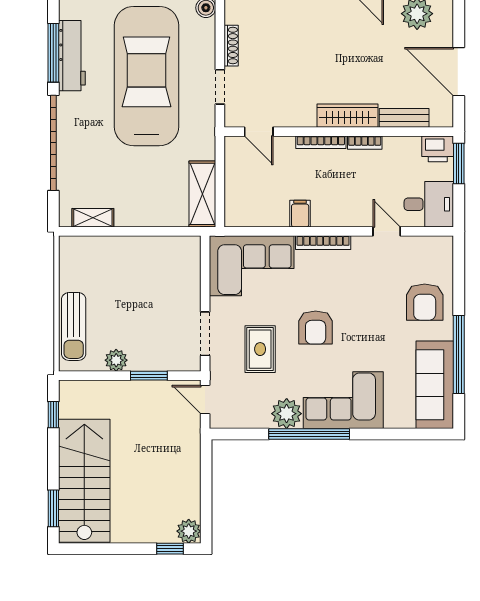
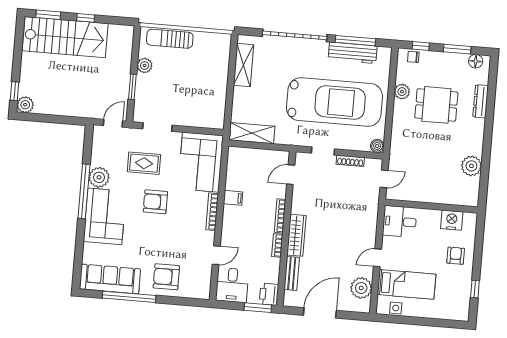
shelving: (93, 218) -> (244, 65), width x1.50, depth x1.33
window: (53, 415) -> (86, 18), moved

